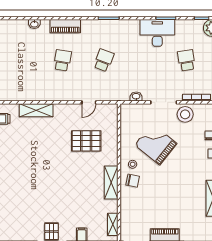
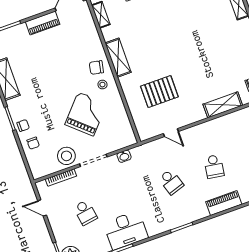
school desk: (104, 60) -> (171, 182), turned -39
door: (89, 102) -> (171, 133), swing flipped
grand piano: (156, 144) -> (86, 114), turned -87

